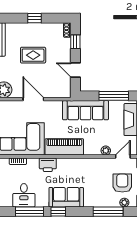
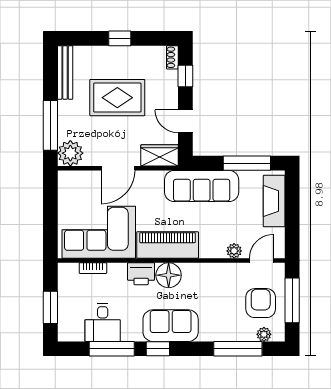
rug: (33, 55) -> (117, 98), width x1.36, depth x1.43
wardrobe: (59, 91) -> (160, 155), added
door: (33, 99) -> (118, 168), swing flipped
floor lamp: (65, 166) -> (169, 275), added

